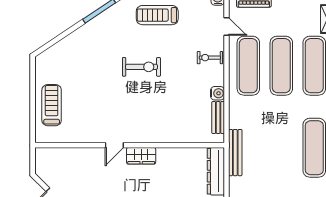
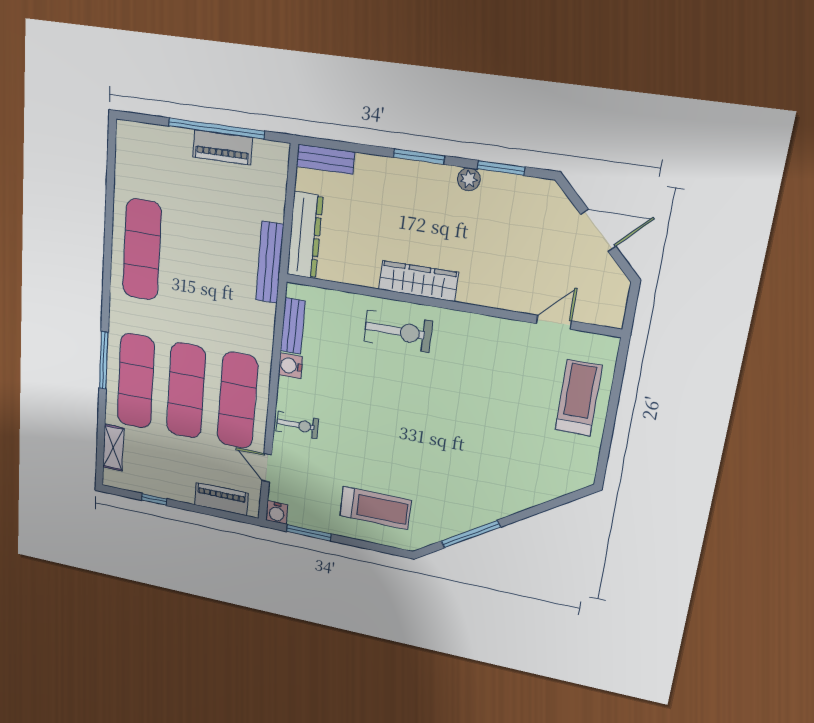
exercise bike: (141, 67) -> (398, 331), moved, turned 180
treadmill: (52, 105) -> (579, 398), turned 180
door: (114, 145) -> (554, 322), moved
wardrobe: (141, 156) -> (418, 281), width x1.50

